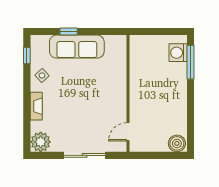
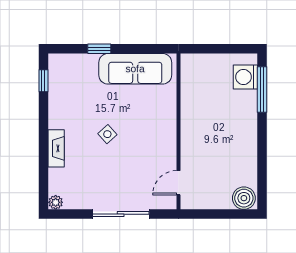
sofa: (77, 47) -> (135, 69), moved
side table: (42, 75) -> (107, 134), moved
plant: (41, 142) -> (56, 202), width x0.53, depth x0.53

